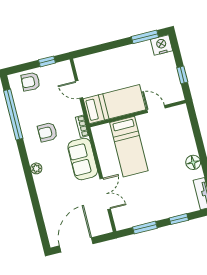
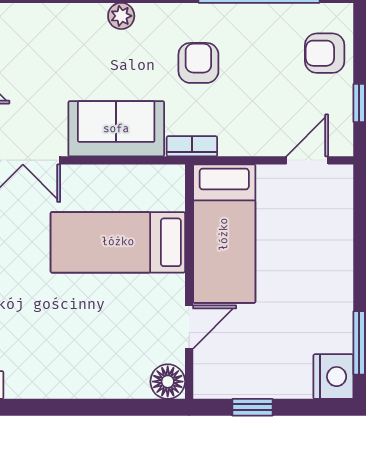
armchair: (31, 82) -> (325, 53), turned -93
door: (79, 89) -> (307, 160), moved
floor lamp: (193, 162) -> (168, 382), moved

